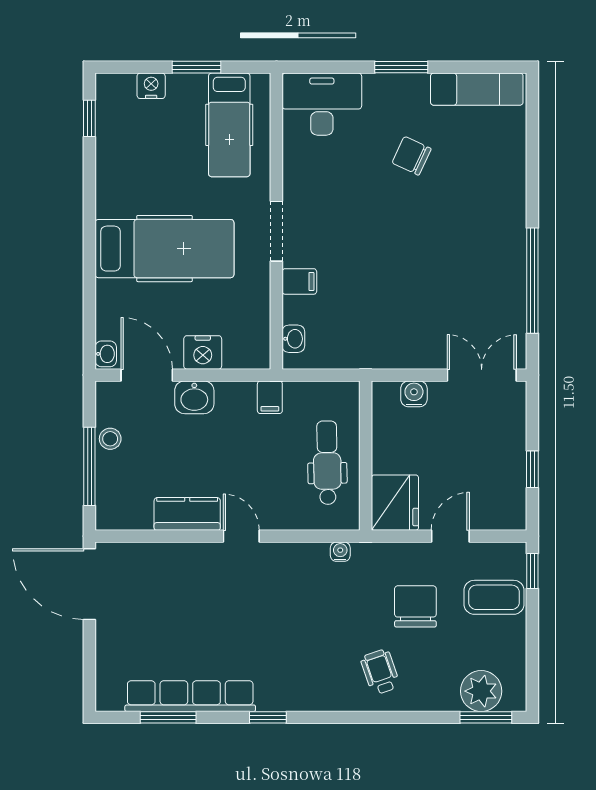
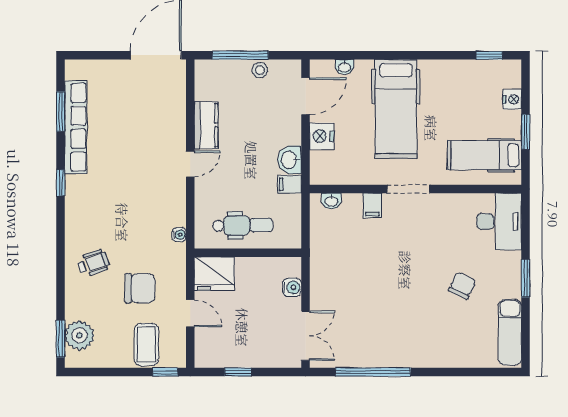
washbasin: (106, 354) -> (345, 67), moved
washbasin: (194, 397) -> (290, 160), moved

